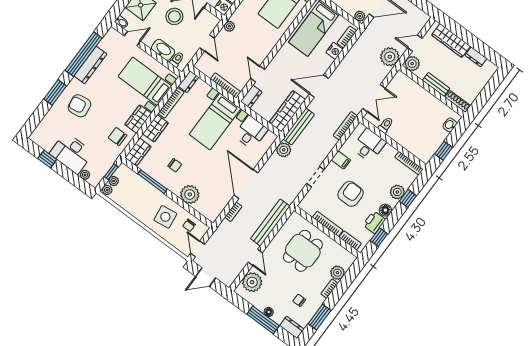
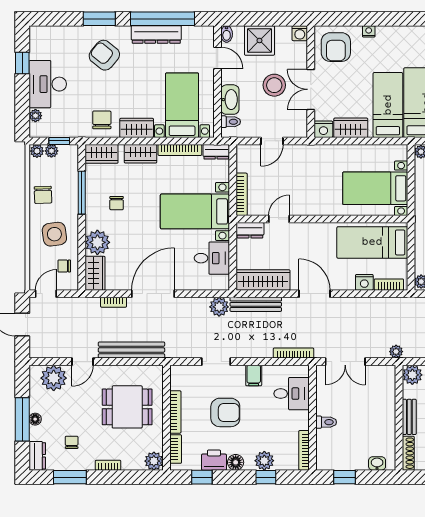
plant: (229, 26) -> (307, 151), removed
plant: (390, 57) -> (396, 352), width x0.53, depth x0.53
armchair: (79, 106) -> (104, 55), turned -43
toilet: (386, 125) -> (326, 422), moved
chair: (136, 206) -> (43, 195), added
wardrobe: (207, 210) -> (95, 273), added
plant: (337, 273) -> (154, 461), moved

